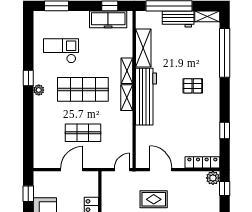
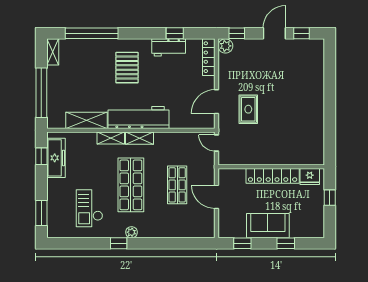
workbench: (178, 19) -> (169, 47), moved, turned 90
pallet: (193, 86) -> (127, 68), width x1.50, depth x1.42

